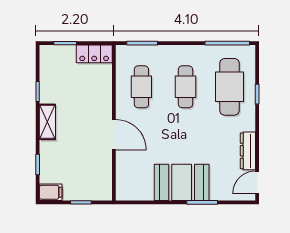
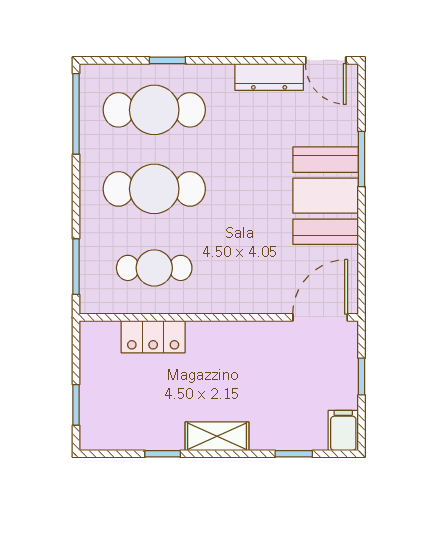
locker: (94, 54) -> (153, 337), moved, turned 90
cafe table: (185, 87) -> (154, 189), width x1.37, depth x1.35
door: (114, 135) -> (320, 317), moved

